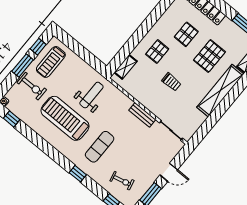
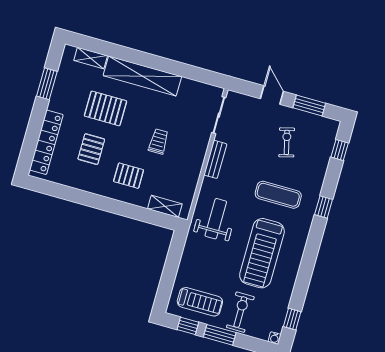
pallet: (186, 34) -> (91, 149), turned 90
weight bench: (91, 95) -> (216, 219), moved, turned 90
exercise bike: (122, 181) -> (287, 142), moved

